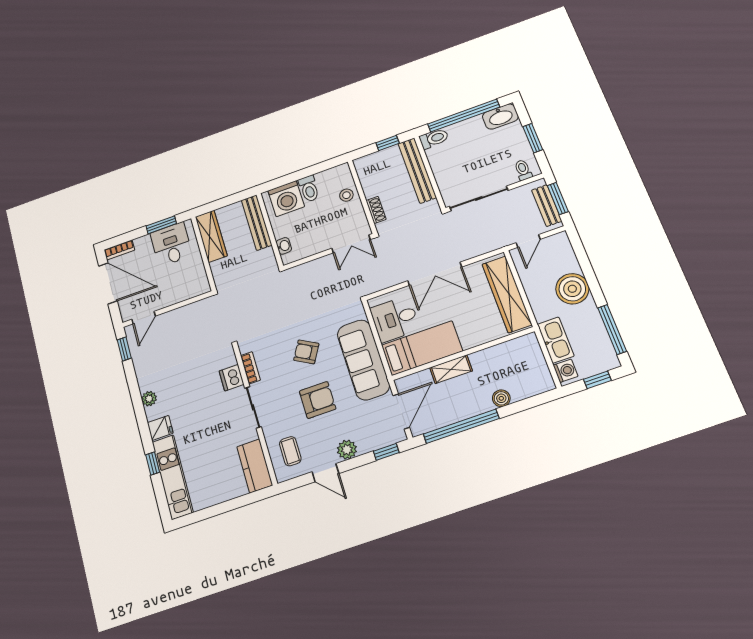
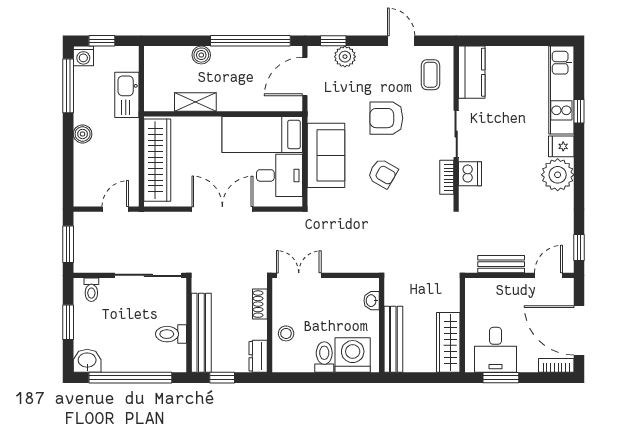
washbasin: (500, 117) -> (87, 361), width x0.72
toilet: (434, 139) -> (171, 334), moved
dresser: (364, 170) -> (258, 356), added
bench: (547, 206) -> (501, 264), moved, turned 90
boiler: (572, 289) -> (83, 134), width x0.54, depth x0.54
sofa: (363, 360) -> (326, 155), width x0.73
shelving: (451, 369) -> (195, 102), moved
washing machine: (566, 371) -> (83, 56), moved, turned -90
plant: (149, 399) -> (558, 175), width x1.87, depth x1.87
plant: (347, 450) -> (345, 57), moved

